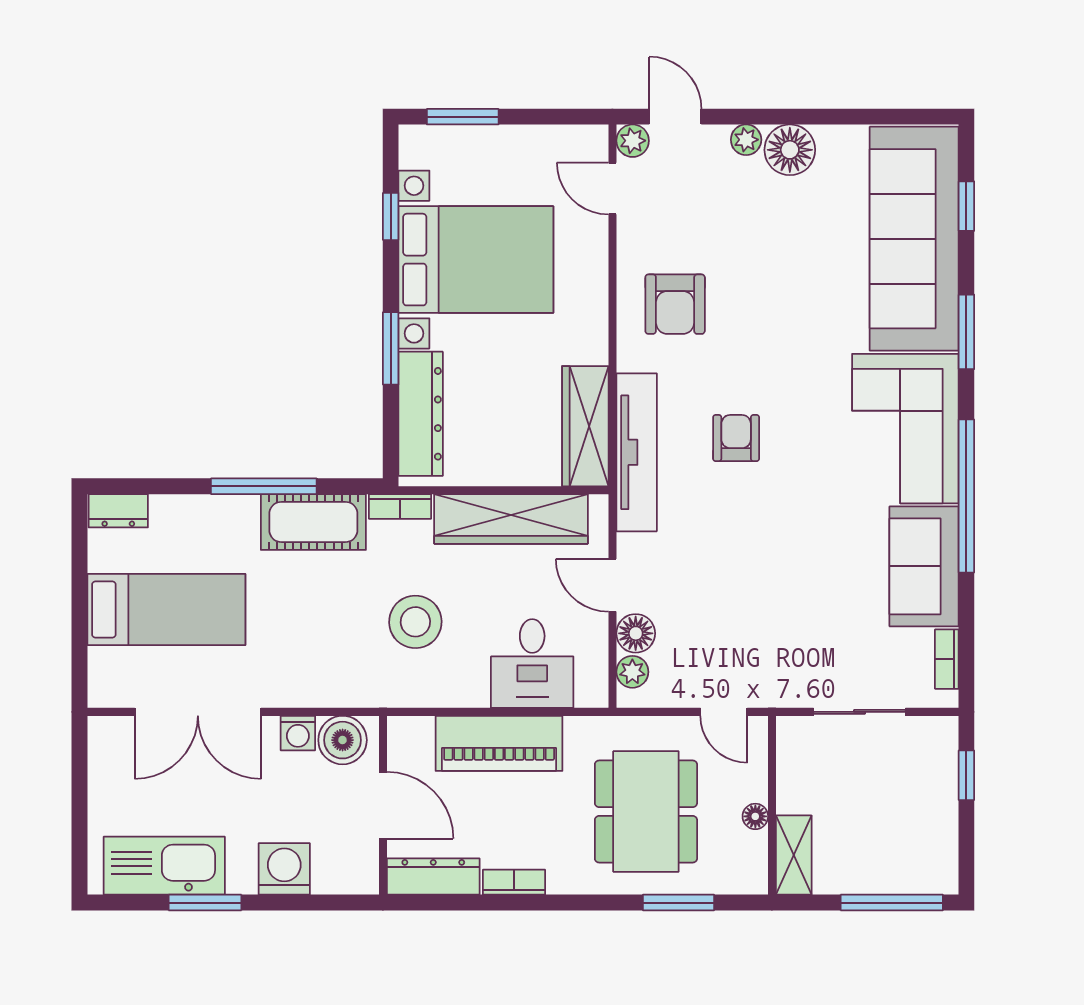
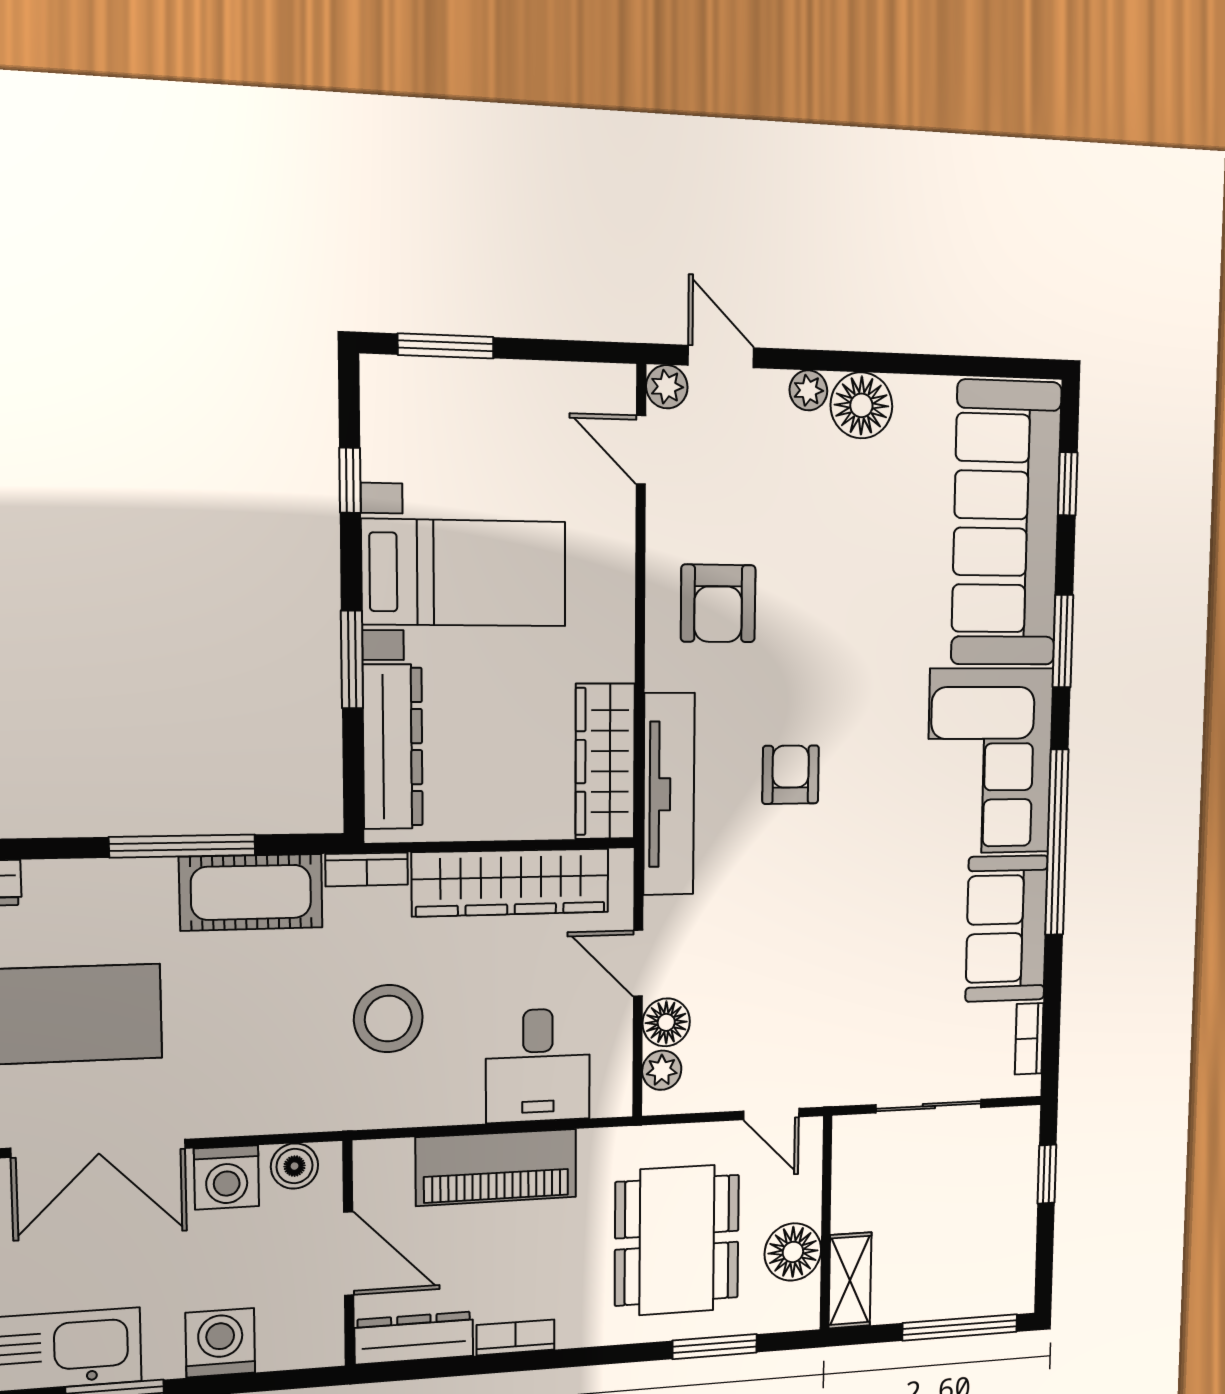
bed with nightstands: (476, 260) -> (464, 573), width x0.73
washing machine: (298, 733) -> (227, 1177), width x1.38, depth x1.38
boiler: (343, 740) -> (295, 1166), width x0.73, depth x0.73
floor lamp: (755, 816) -> (793, 1252), width x1.89, depth x1.89

